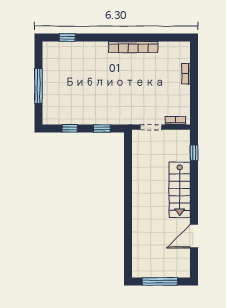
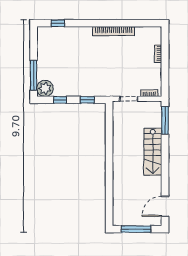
window: (38, 86) -> (34, 75), moved
plant: (52, 115) -> (45, 88), added
window: (194, 153) -> (165, 120), width x2.17
door: (194, 236) -> (165, 206), moved

